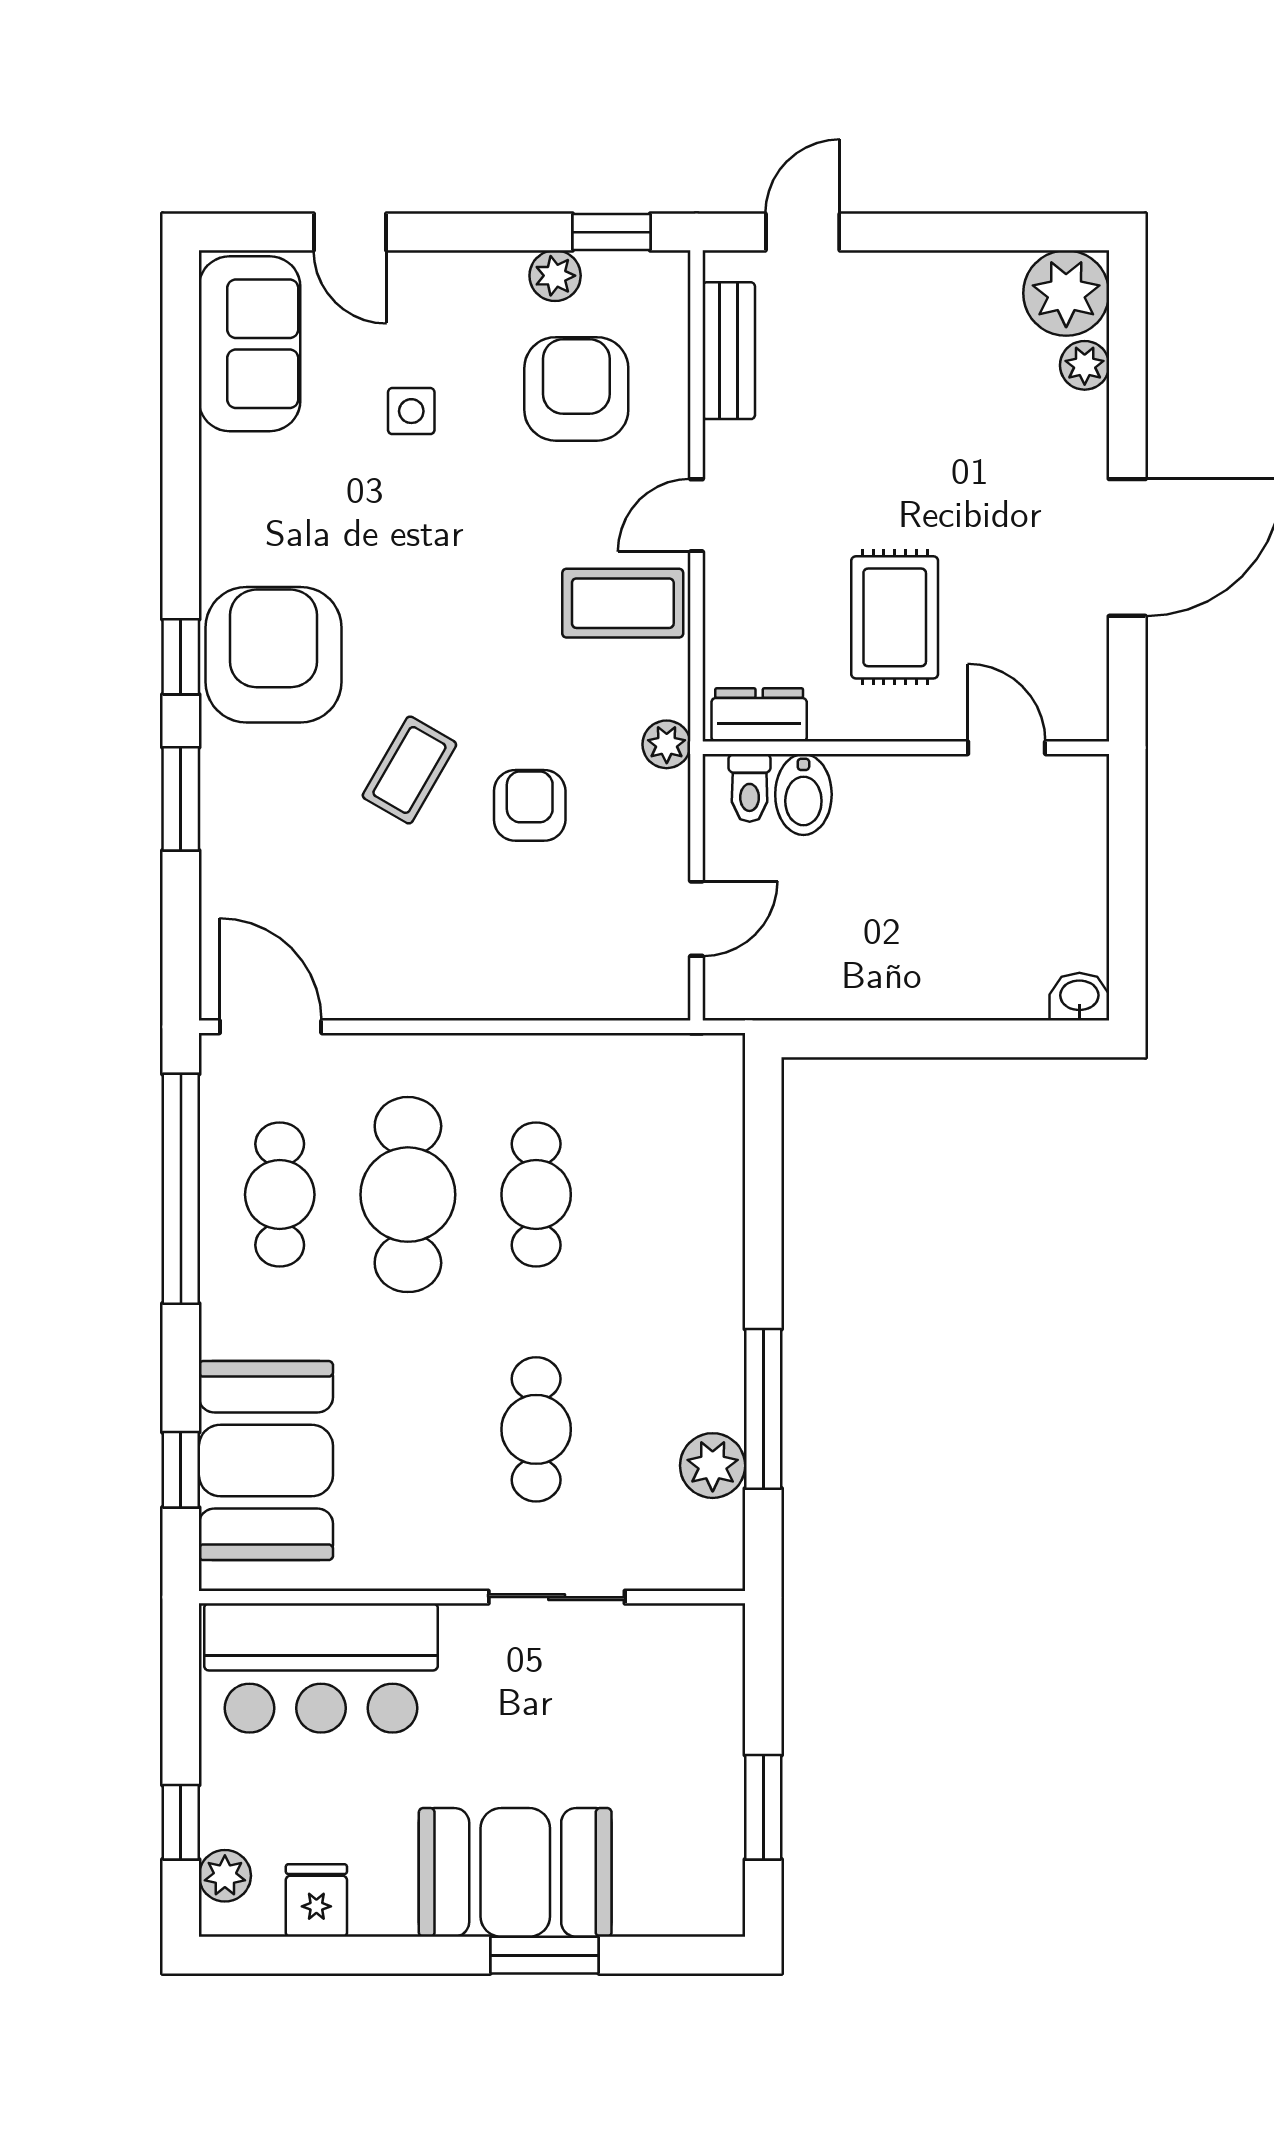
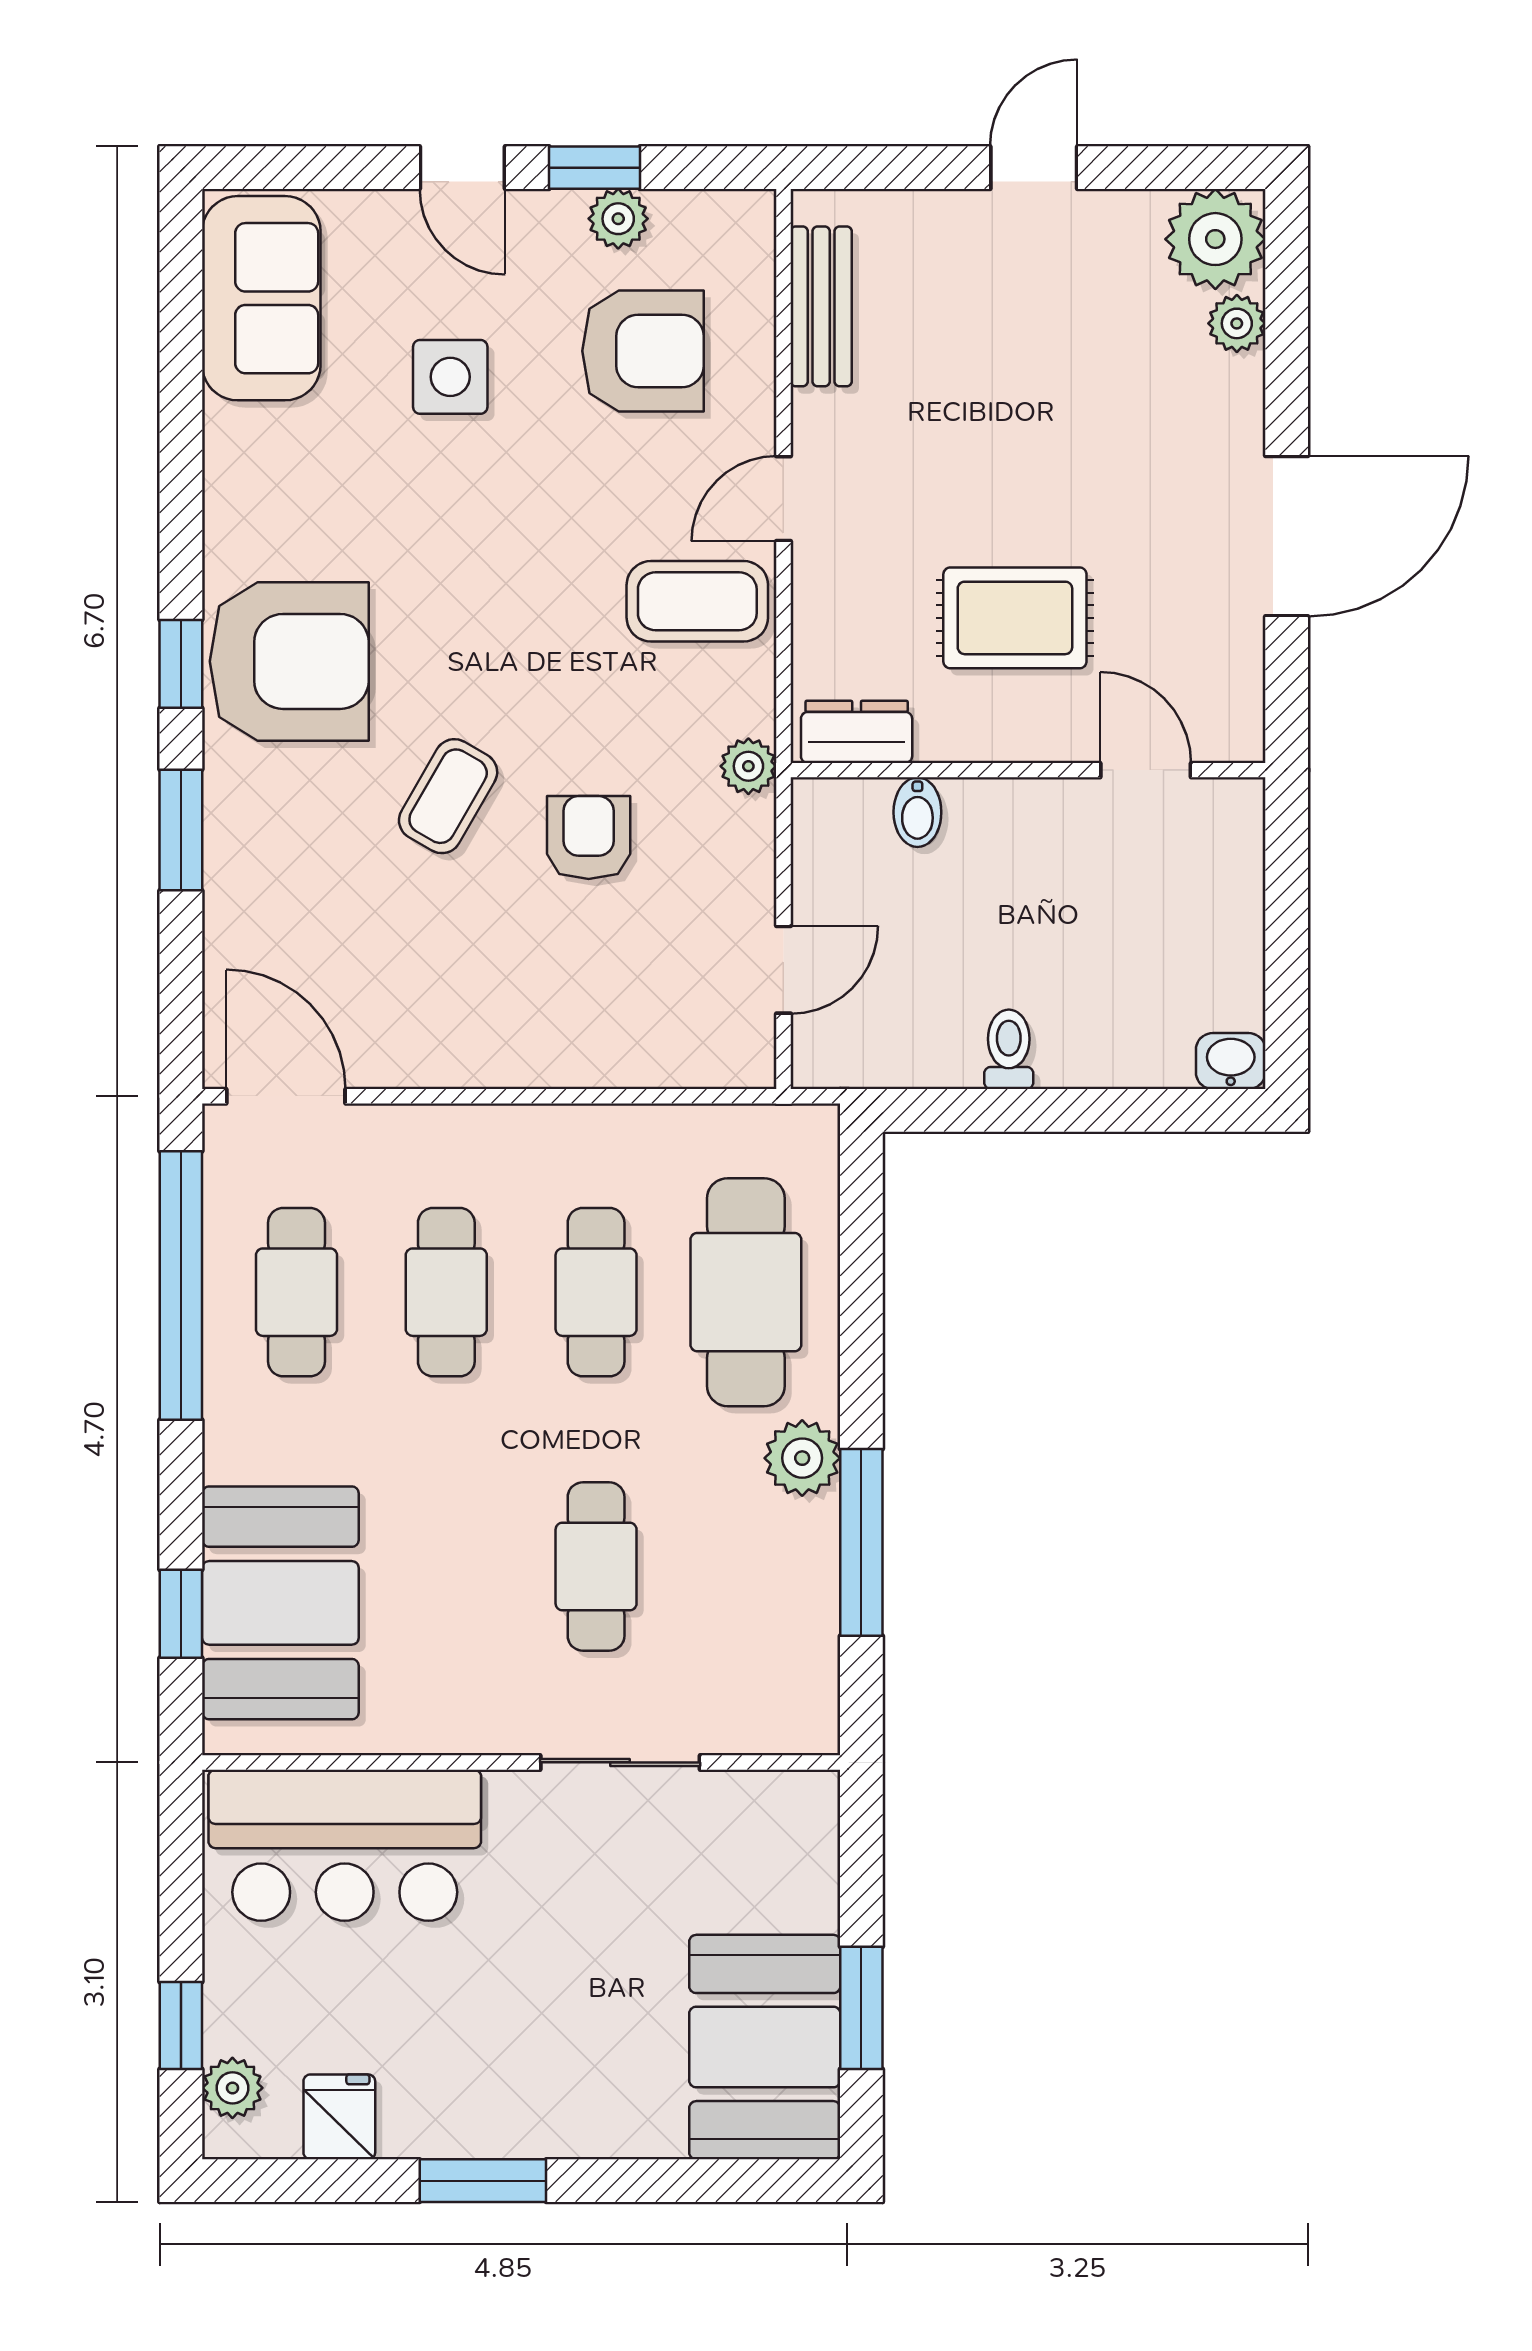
door: (350, 232) -> (462, 168), moved
window: (611, 232) -> (594, 168), moved
door: (803, 232) -> (1034, 168), moved
armchair: (576, 389) -> (643, 351), turned 90
side table: (411, 411) -> (450, 377), width x1.37, depth x1.37
rug: (895, 617) -> (1015, 618), turned 90
armchair: (273, 655) -> (289, 661), turned 90
toilet: (750, 788) -> (1009, 1049), moved, turned 180
bidet: (803, 794) -> (917, 812), width x0.72, depth x0.74
cafe table: (408, 1195) -> (446, 1292), width x0.73, depth x0.74
cafe table: (664, 1195) -> (746, 1292), added
plant: (713, 1466) -> (802, 1458), moved
booth: (515, 1872) -> (765, 2047), moved, turned 90
window: (544, 1955) -> (483, 2181), moved

